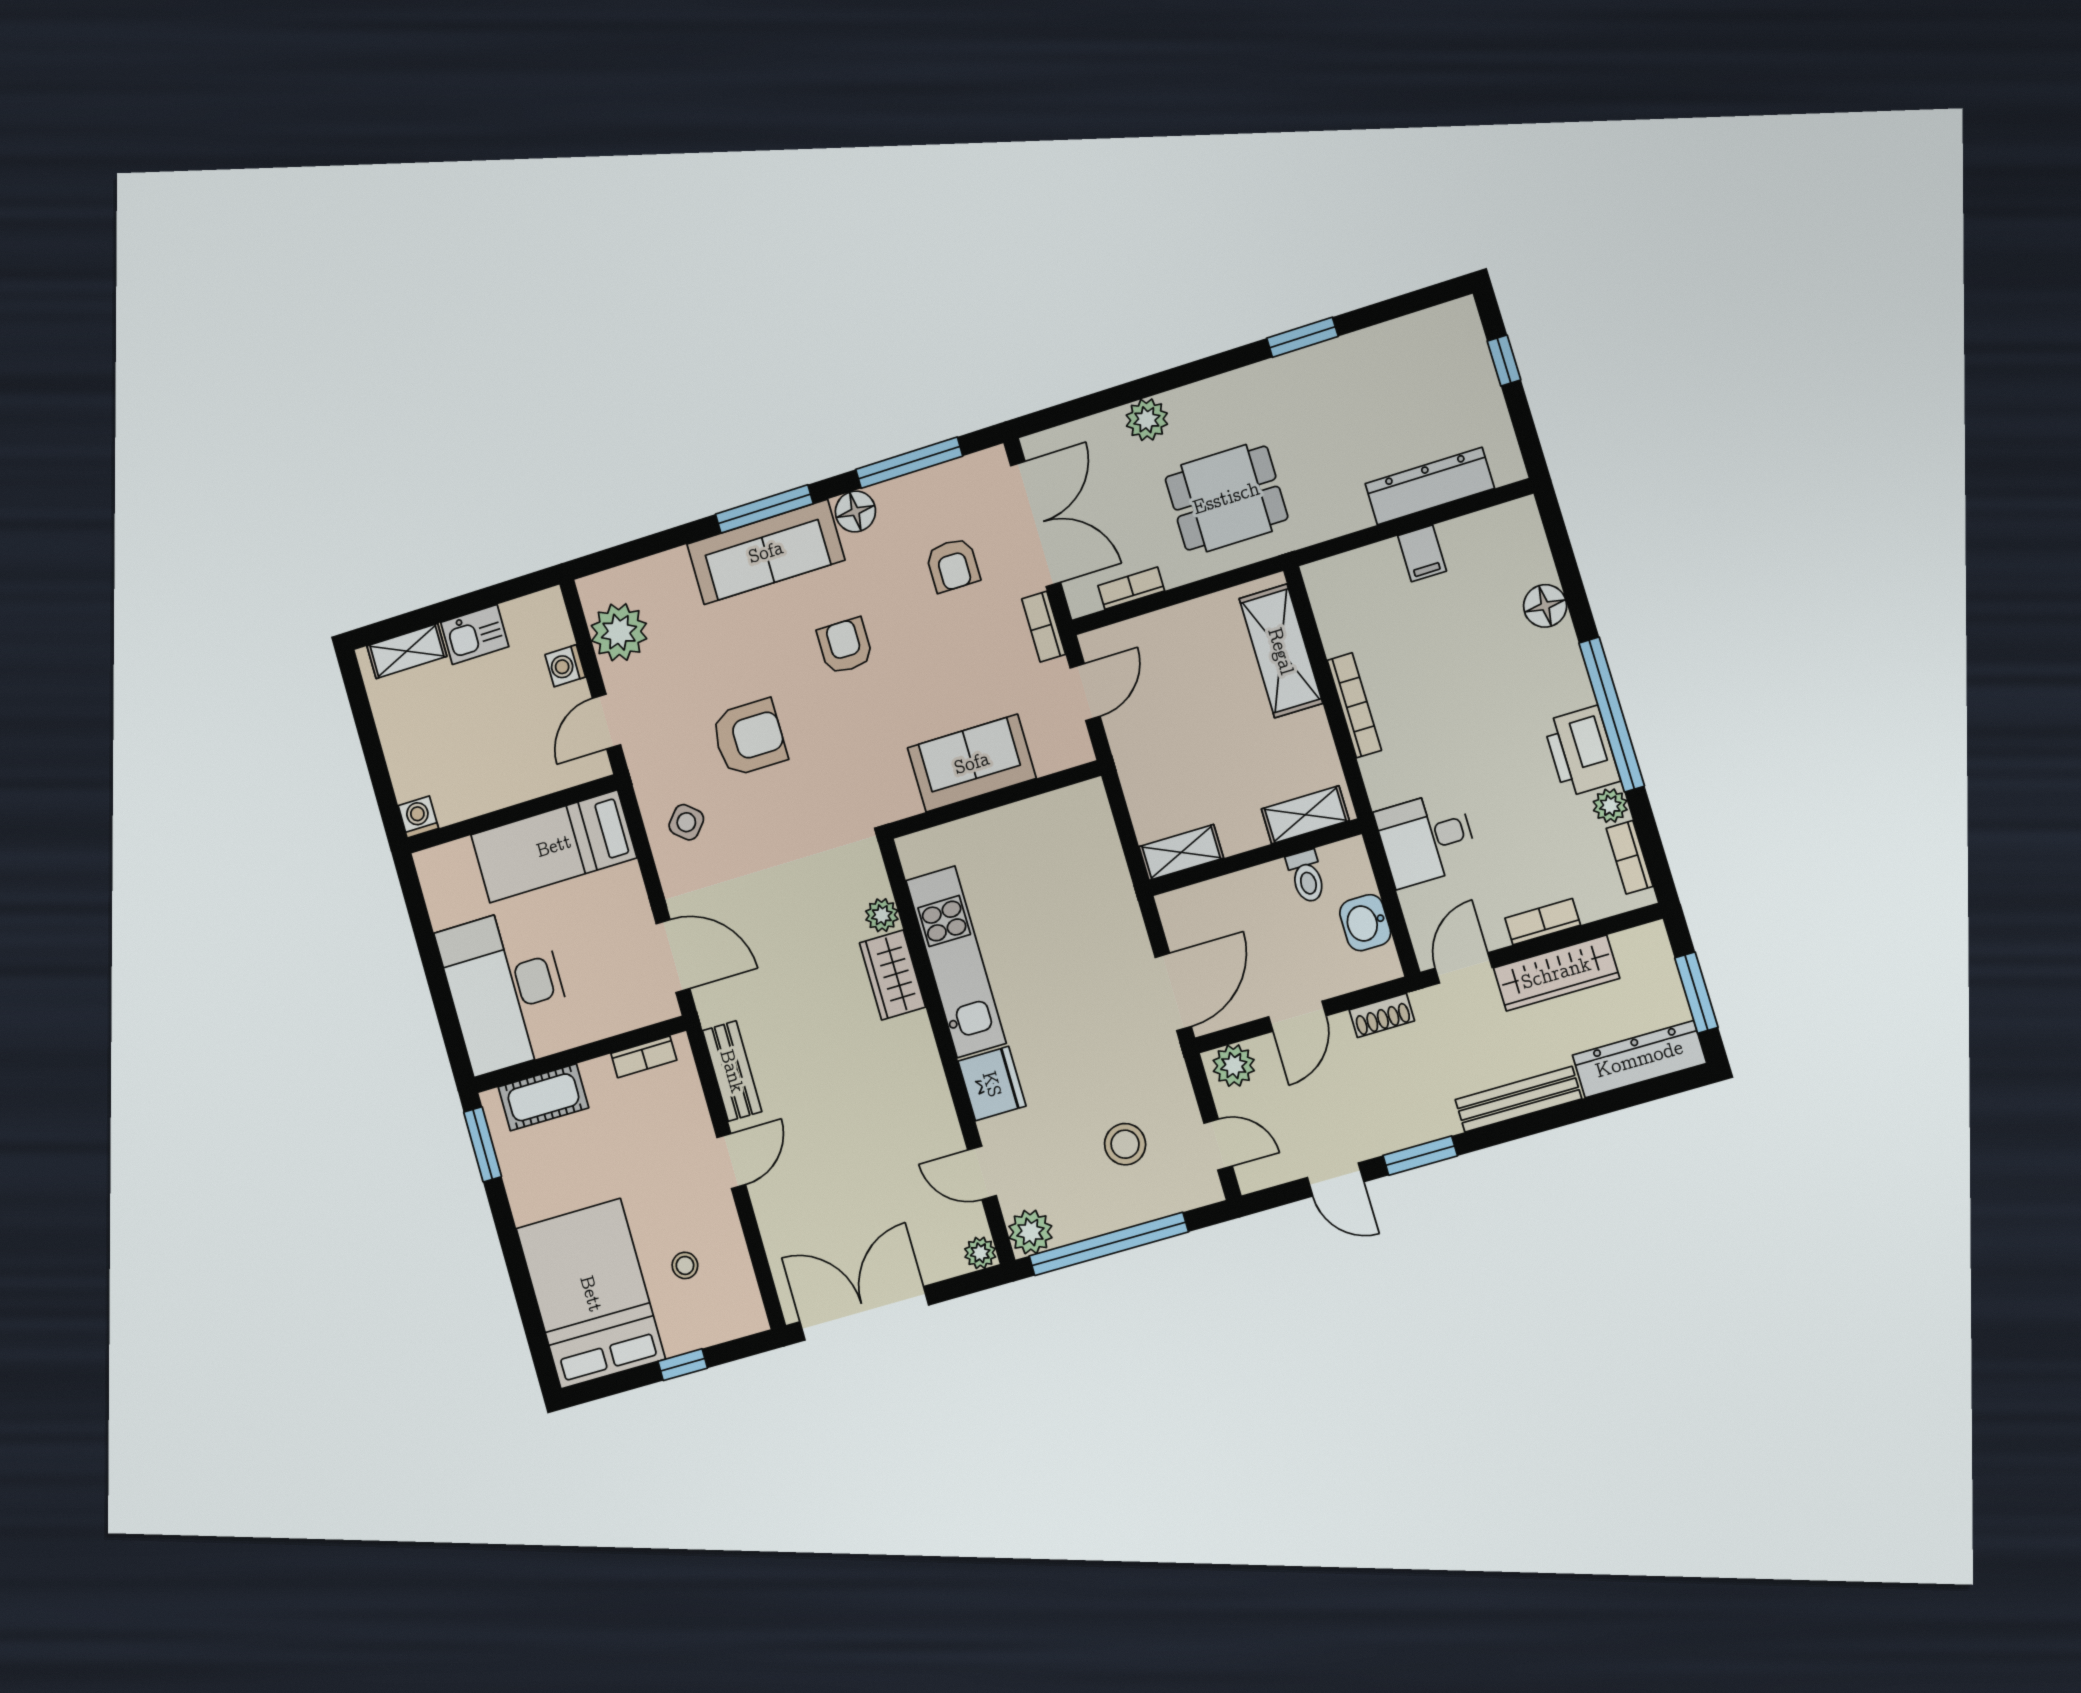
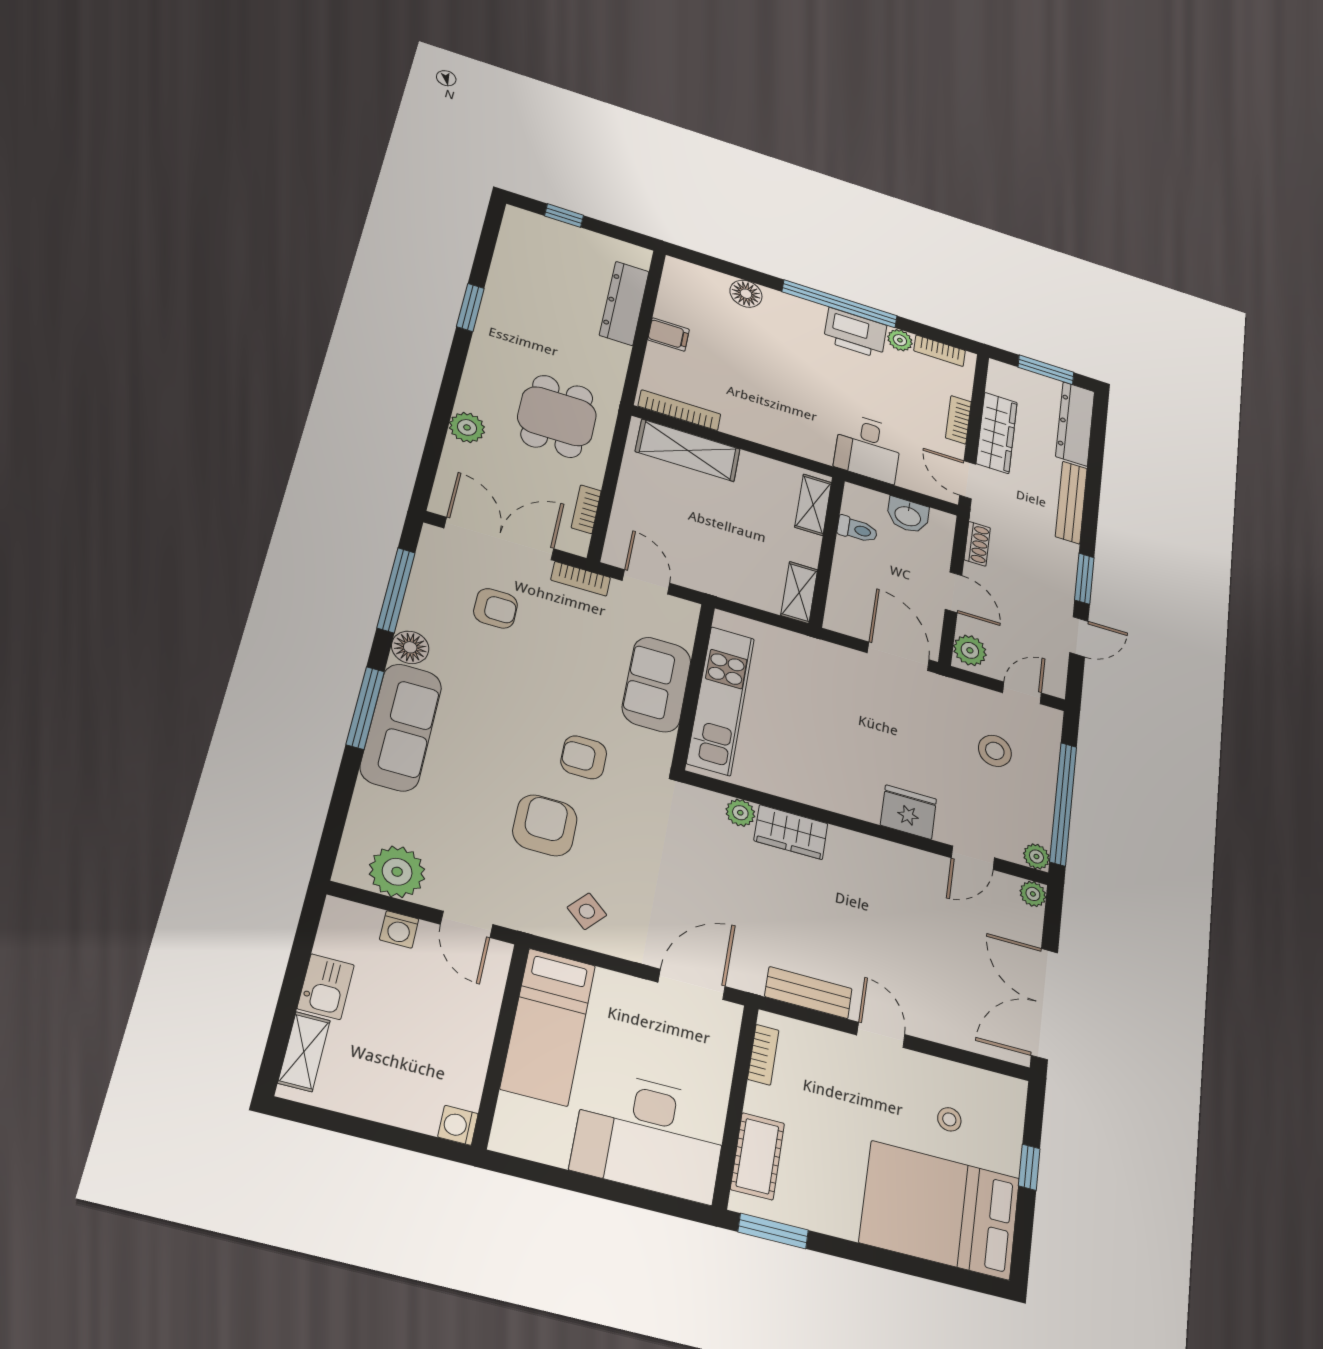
armchair: (845, 646) -> (584, 757), moved
bookcase: (1354, 705) -> (679, 410), moved
kitchen unit: (956, 962) -> (721, 700), moved, turned 90
plant: (1030, 1232) -> (1036, 857), width x0.73, depth x0.73

